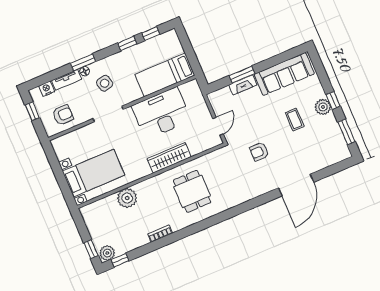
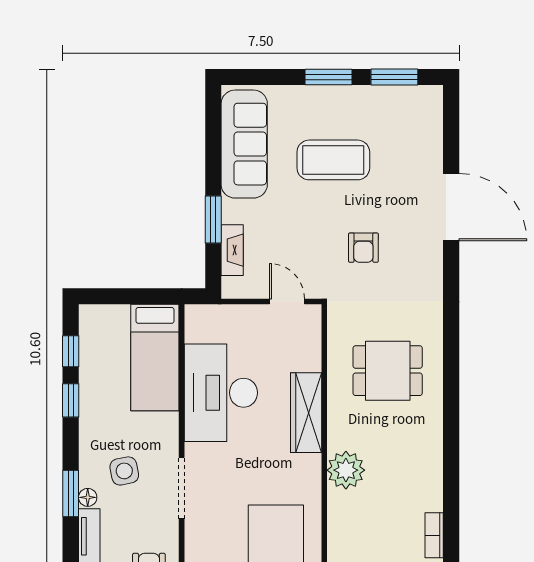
fireplace: (243, 85) -> (232, 250), moved
window: (333, 100) -> (328, 77), width x1.50
plant: (323, 107) -> (332, 100), removed
coffee table: (295, 120) -> (333, 160), width x1.86, depth x1.72
dining table: (192, 191) -> (388, 371), moved
plant: (127, 198) -> (346, 470), moved
bookcase: (160, 234) -> (434, 535), moved

